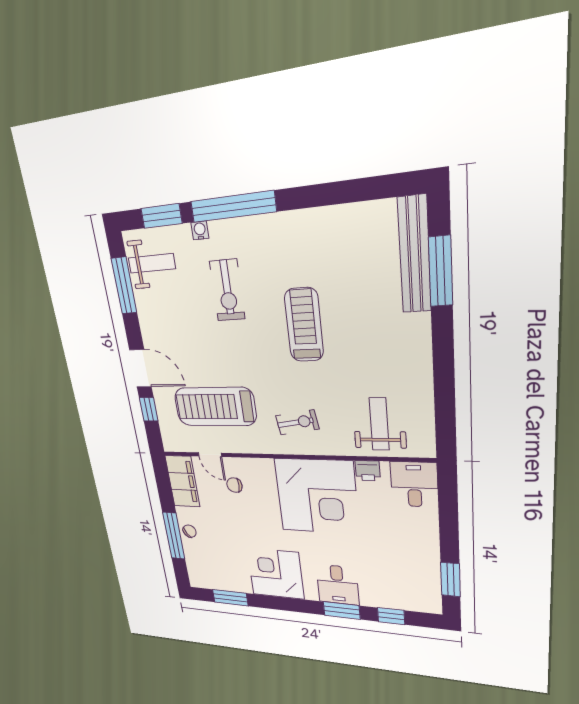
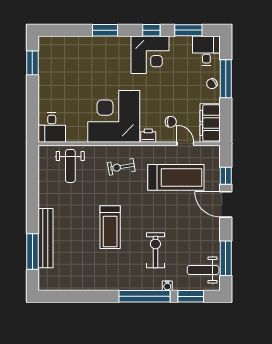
bench: (414, 255) -> (45, 238), moved
printer: (368, 471) -> (148, 136), moved
desk: (338, 585) -> (206, 51), moved
window: (391, 616) -> (151, 30), moved

